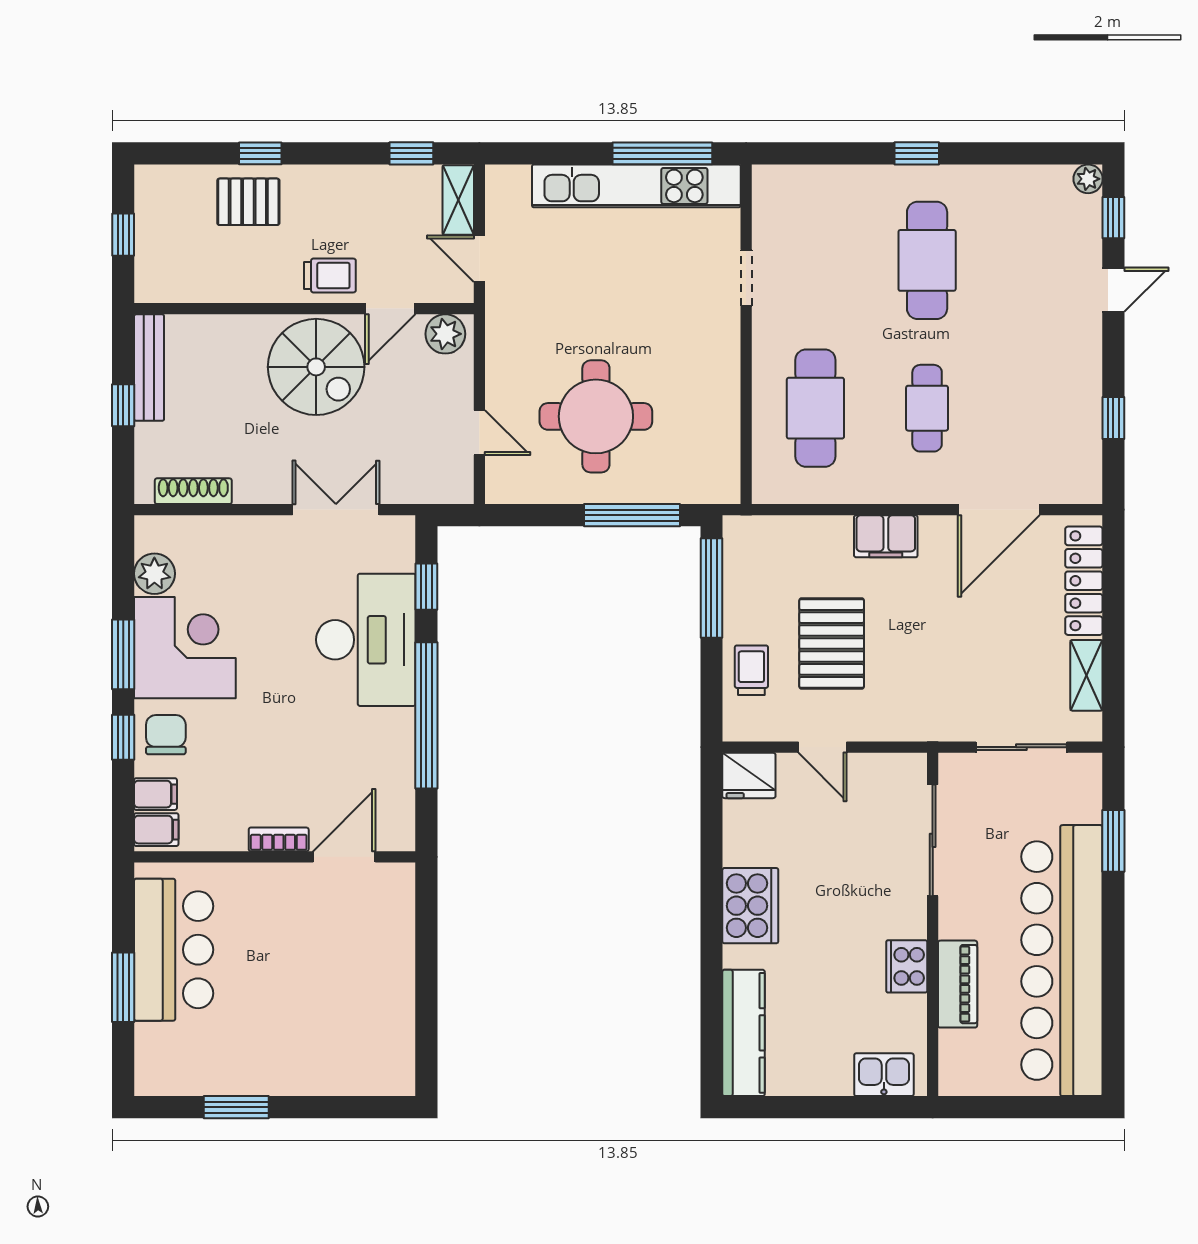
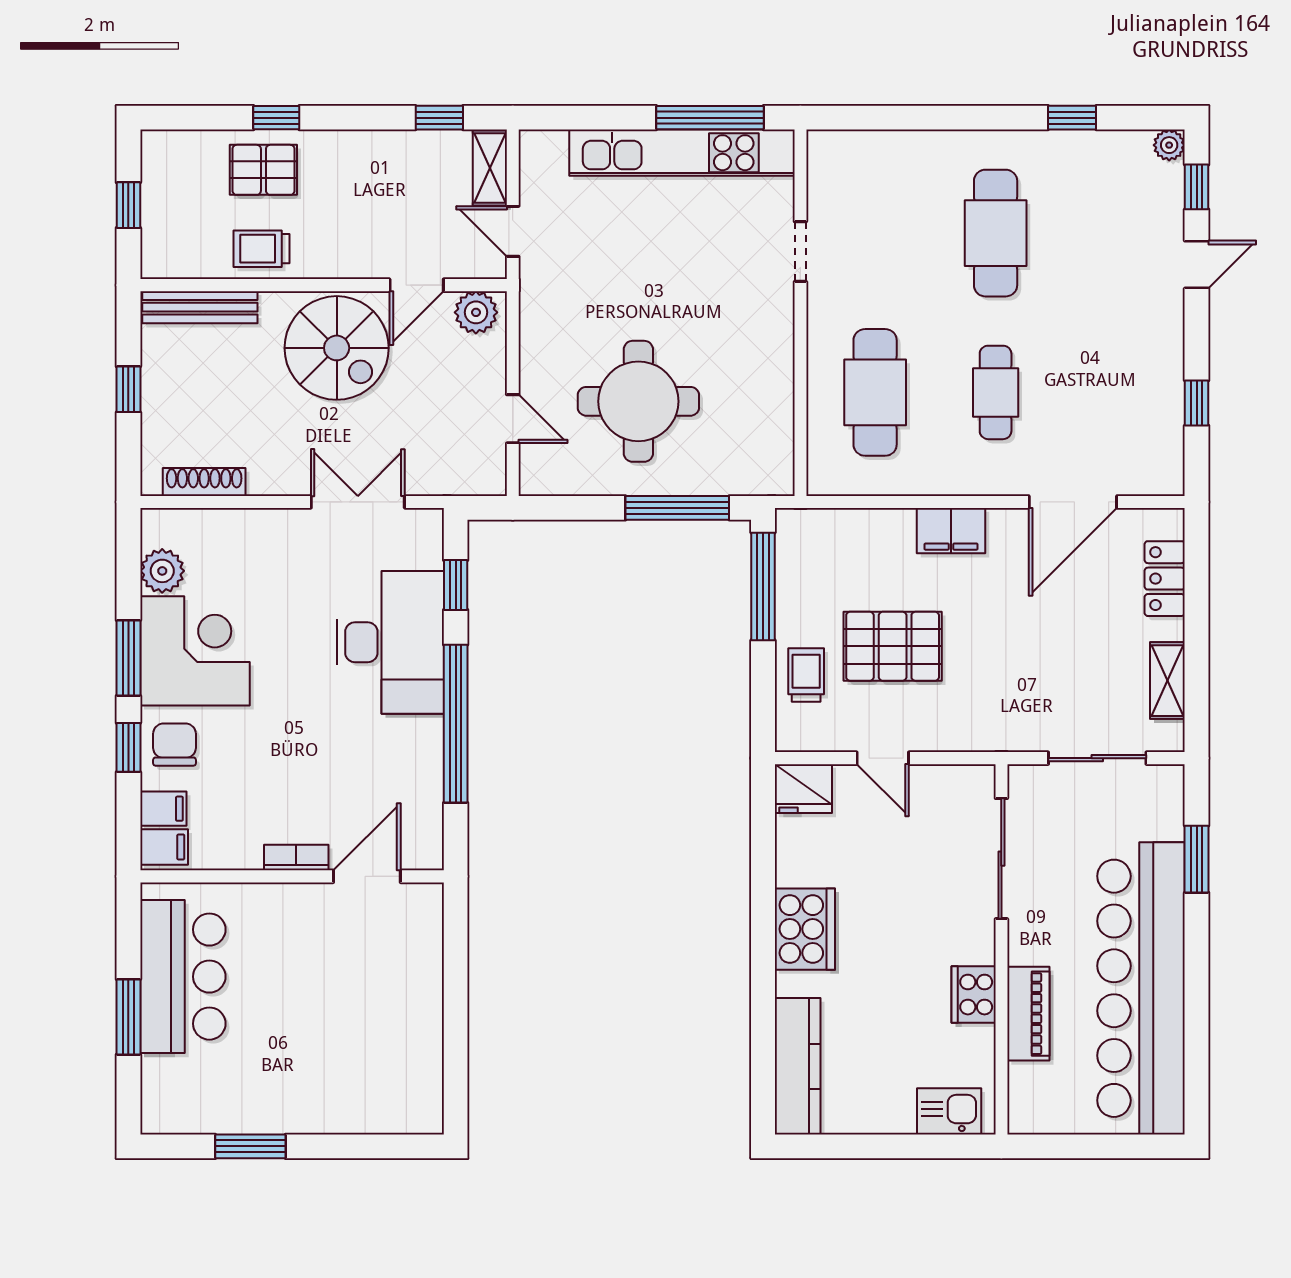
window: (917, 153) -> (1072, 118), moved
trolley: (330, 276) -> (262, 249), moved, turned 180
bench: (149, 368) -> (200, 307), moved, turned 90
locker: (1084, 581) -> (1165, 579), width x0.66
pallet: (832, 644) -> (893, 646), turned 90

